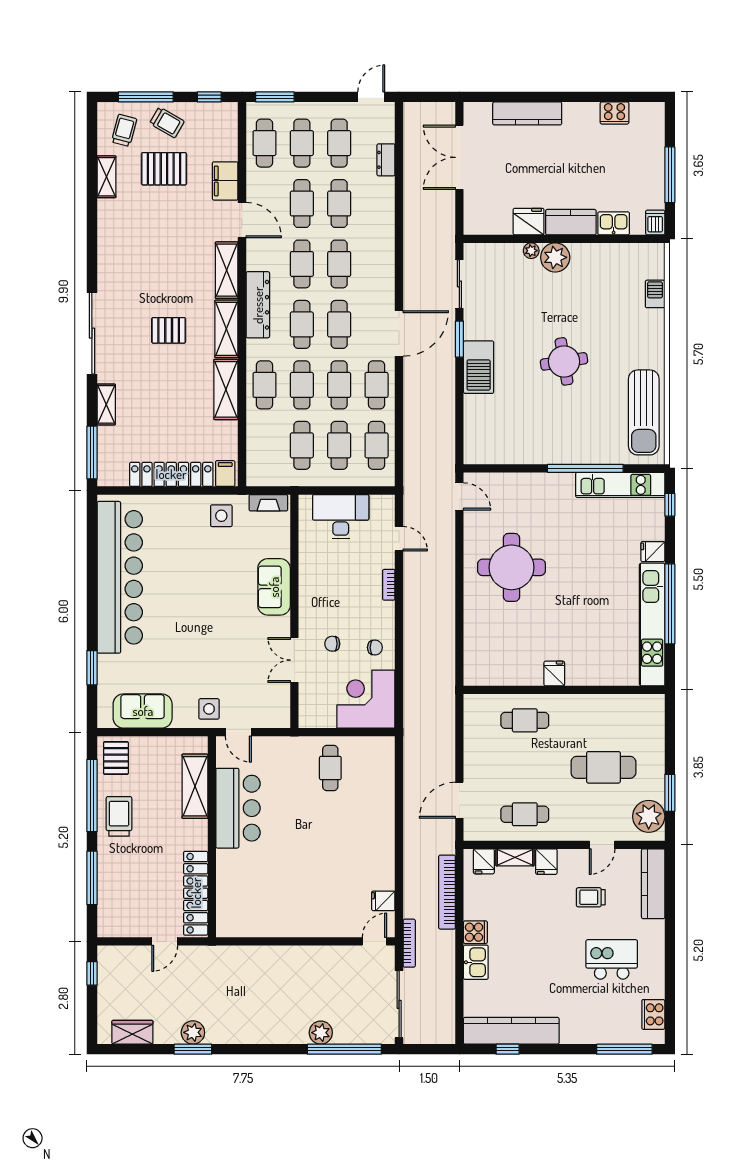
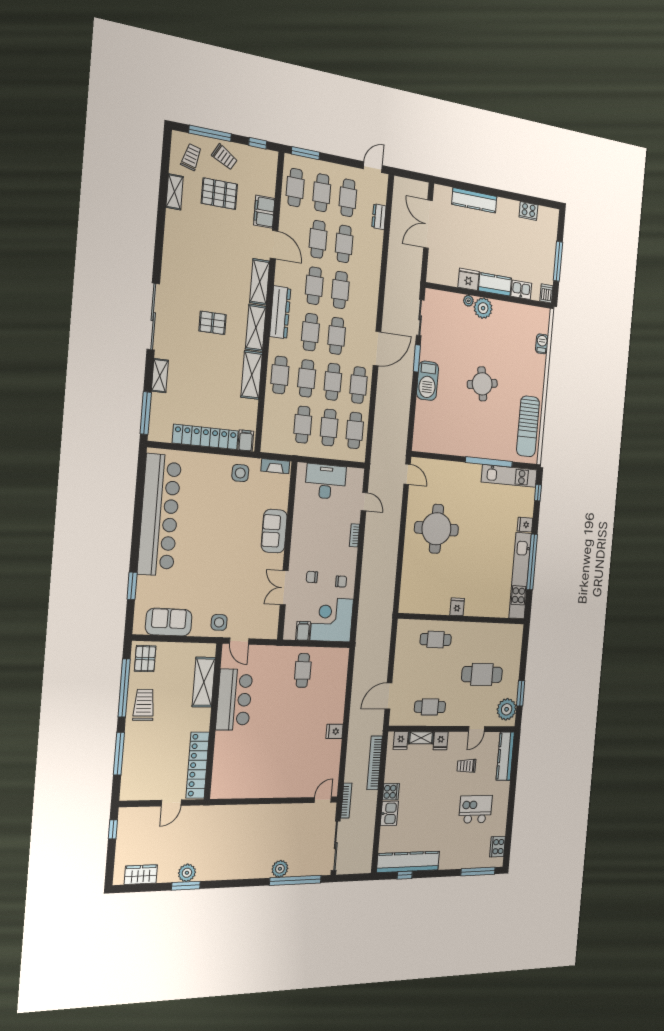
filing cabinet: (326, 715) -> (303, 631), added
fridge: (383, 901) -> (335, 731), moved

